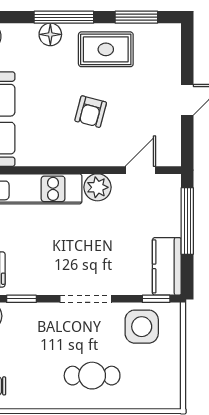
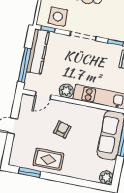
window: (64, 17) -> (66, 180), removed
floor lamp: (50, 34) -> (75, 172), removed
kitchen counter: (167, 266) -> (38, 52), width x1.50

